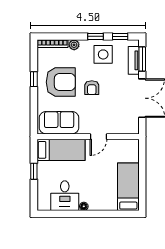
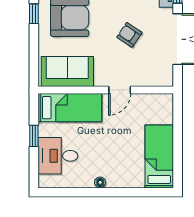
armchair: (92, 88) -> (129, 35), moved, turned 124
desk: (65, 196) -> (58, 156), moved, turned 90

